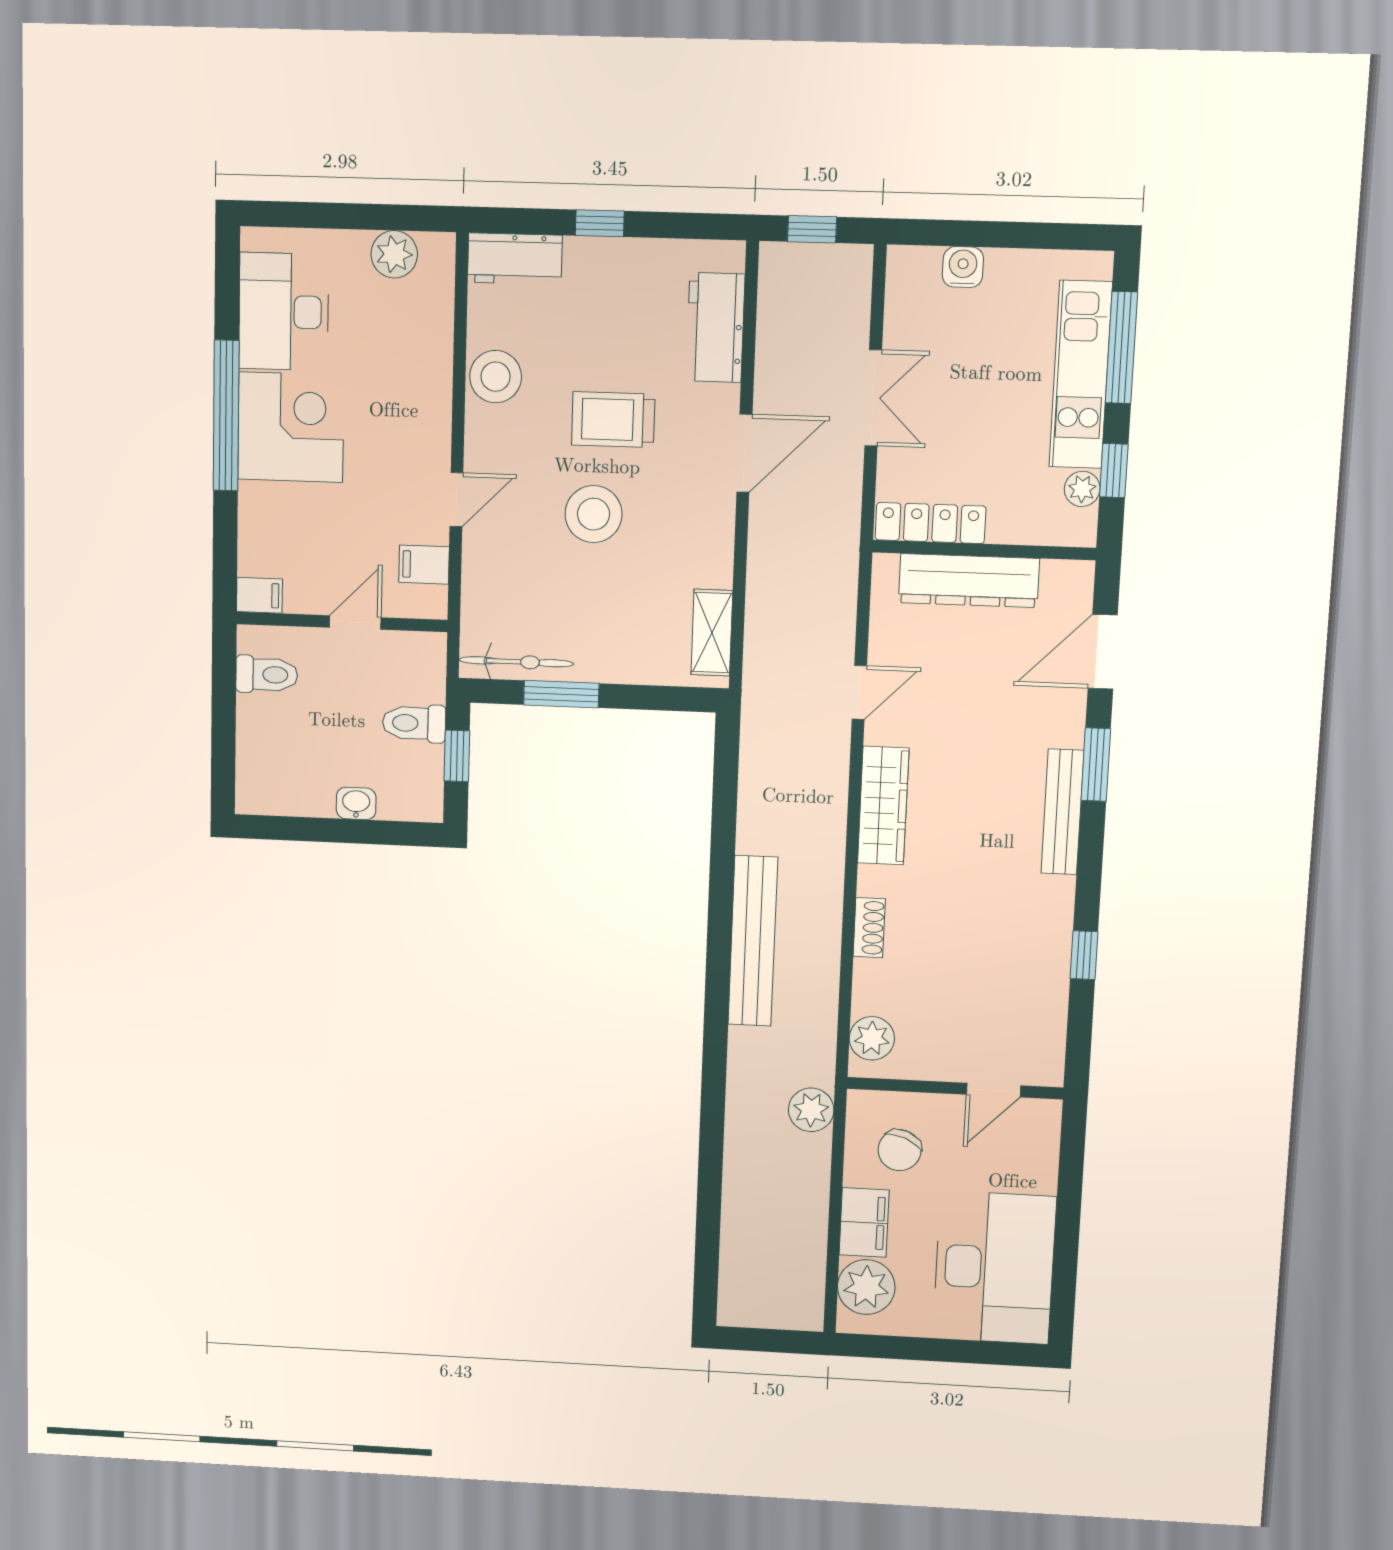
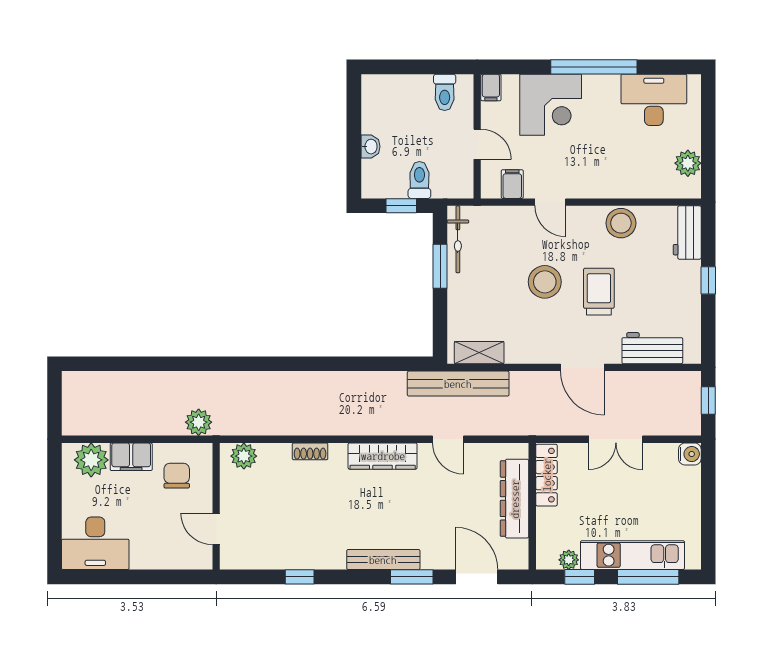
water cooler: (963, 267) -> (690, 454), moved
corner desk: (291, 427) -> (551, 105), moved
bench: (753, 941) -> (458, 384), moved
chair: (900, 1150) -> (177, 476), turned 68
desk: (994, 1268) -> (95, 543), width x0.73, depth x0.77

